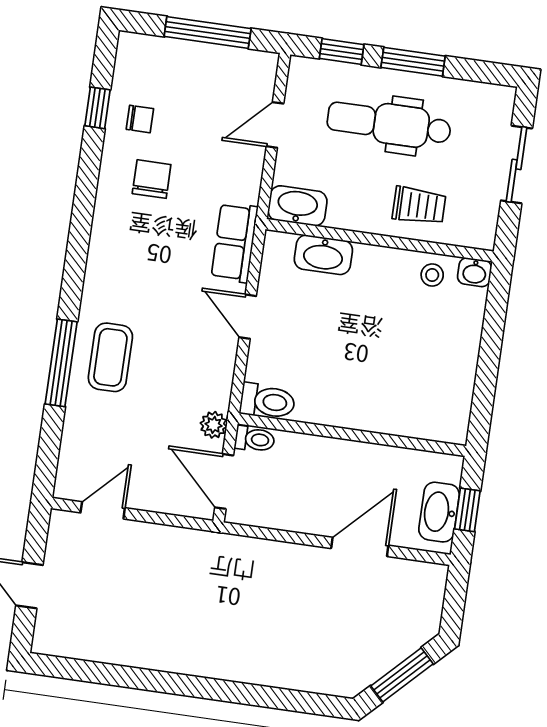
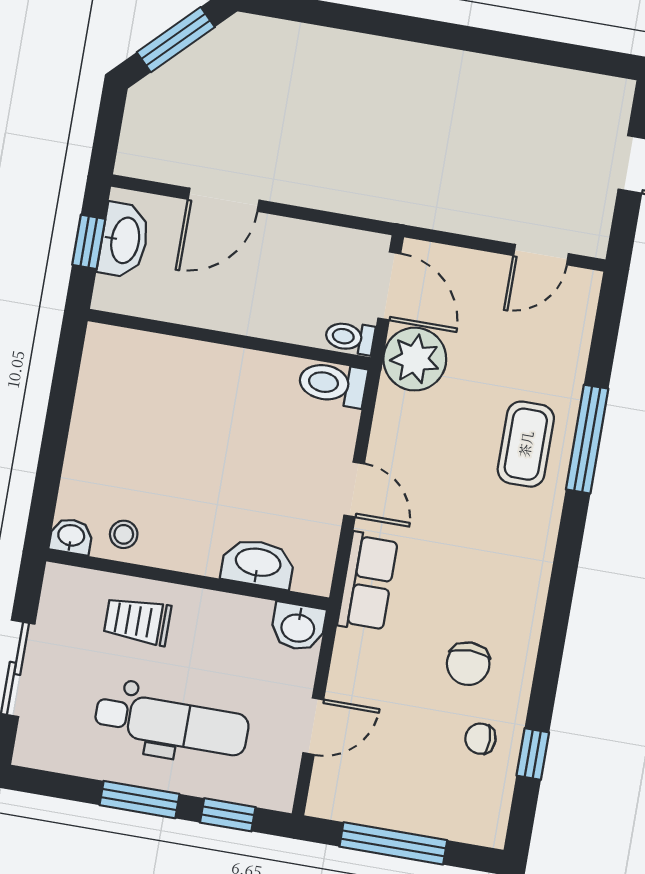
washbasin: (297, 206) -> (298, 627), width x0.72
plant: (214, 425) -> (415, 359), width x1.87, depth x1.87

